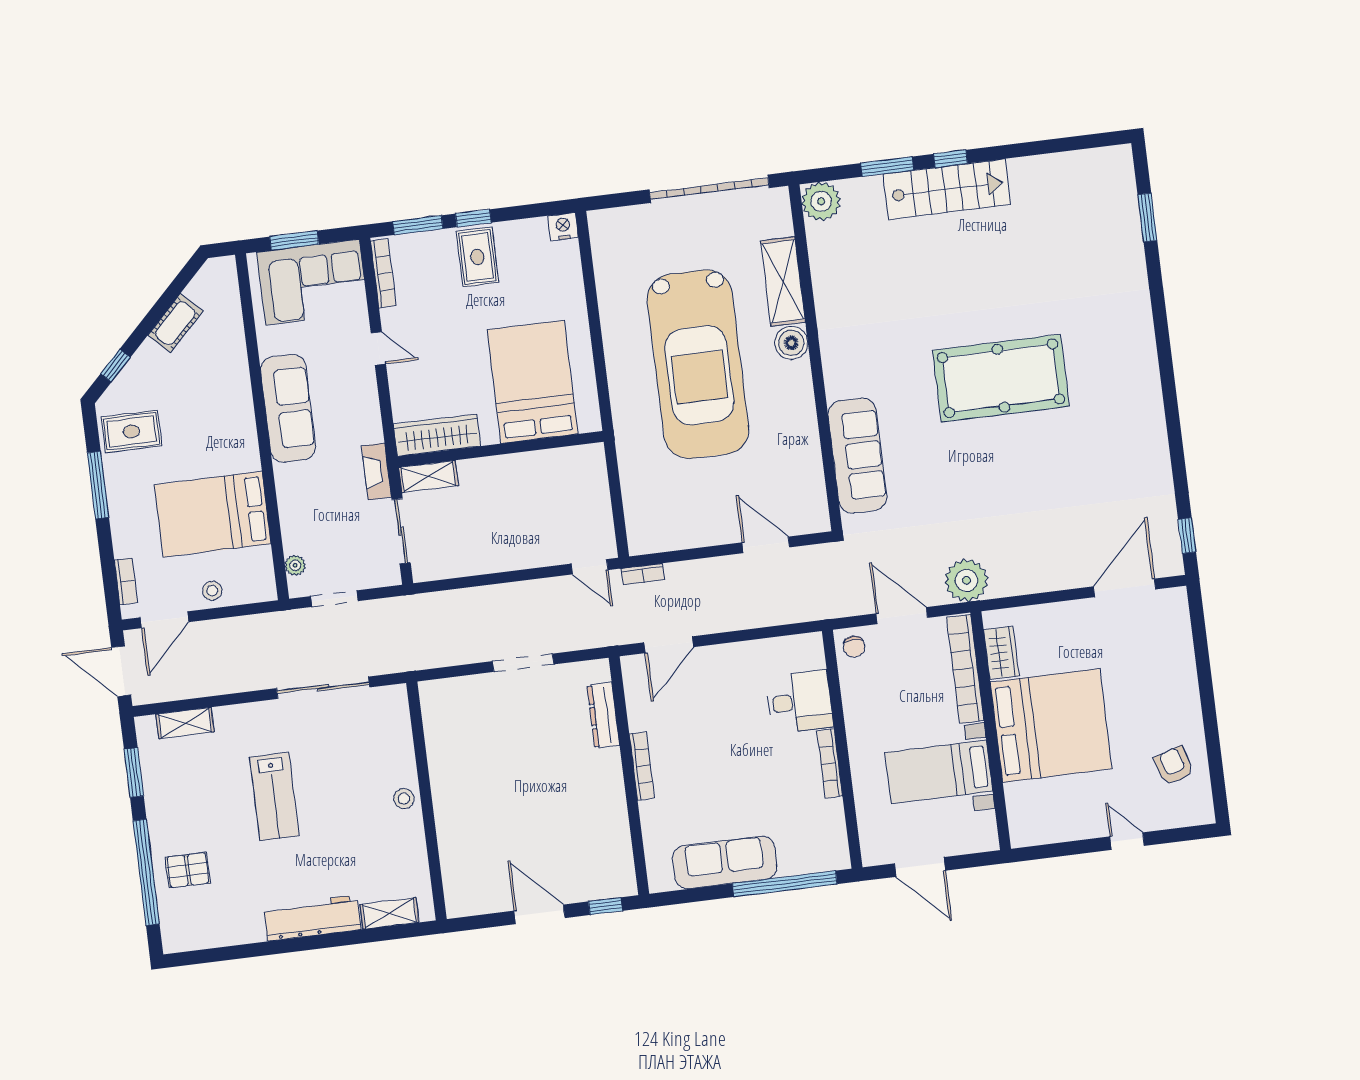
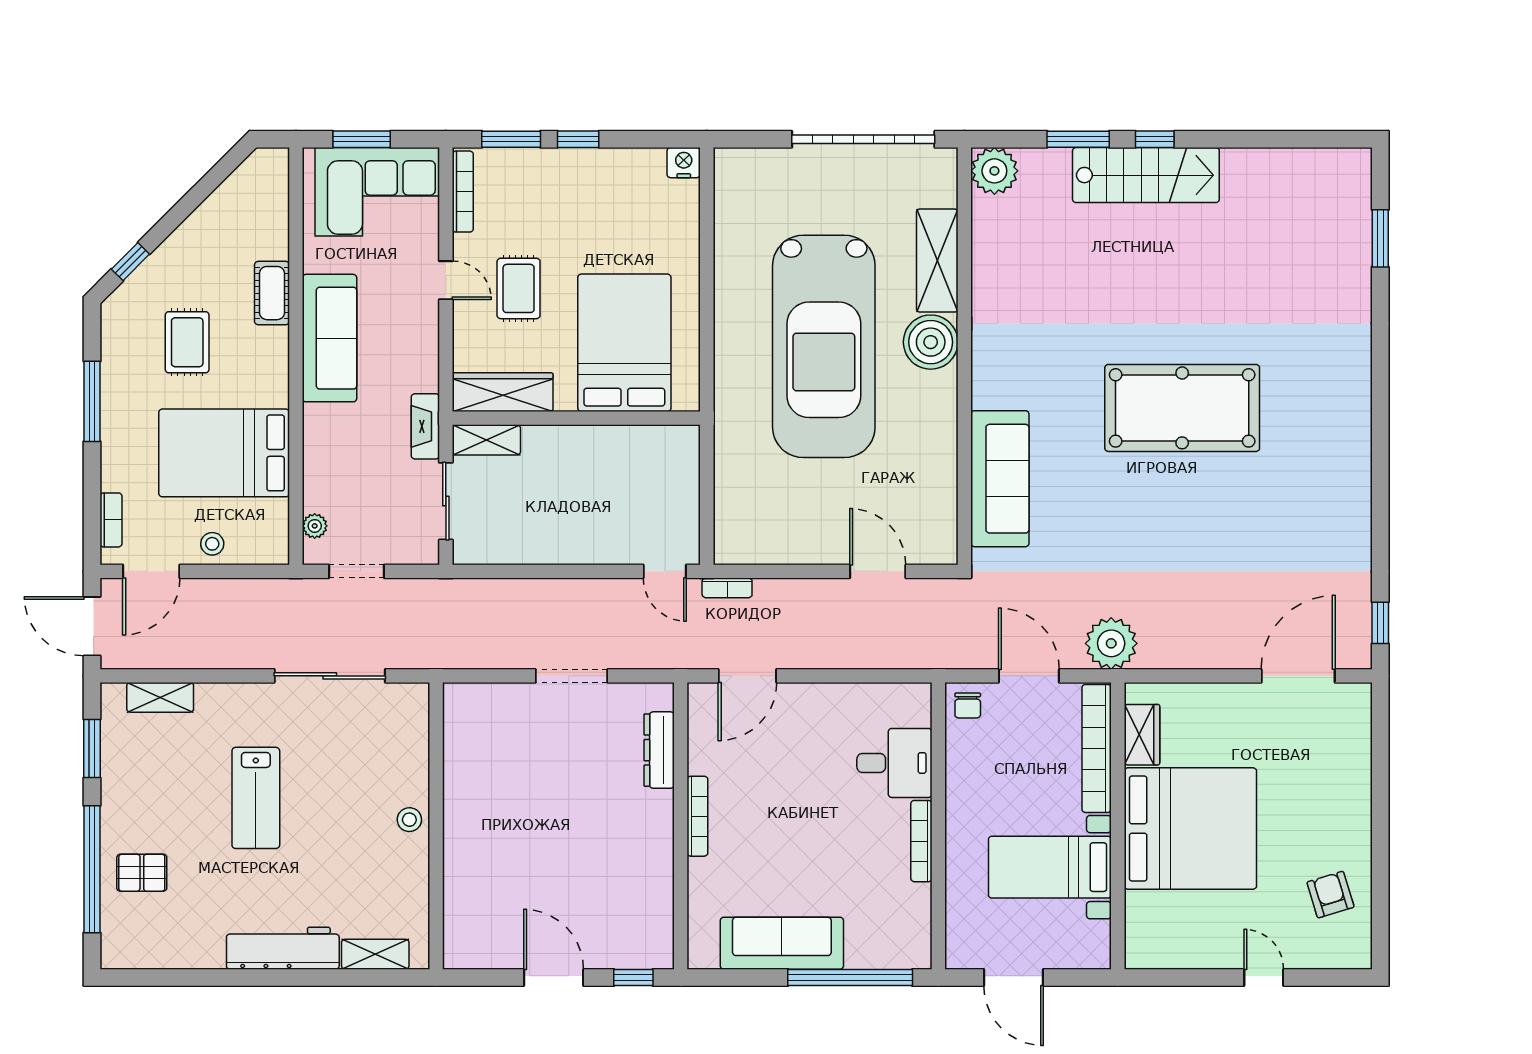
rug: (477, 257) -> (519, 288), moved
cot: (175, 323) -> (272, 293), moved, turned -45
boiler: (791, 343) -> (931, 342), width x1.37, depth x1.37
rug: (131, 431) -> (187, 342), moved, turned 90

